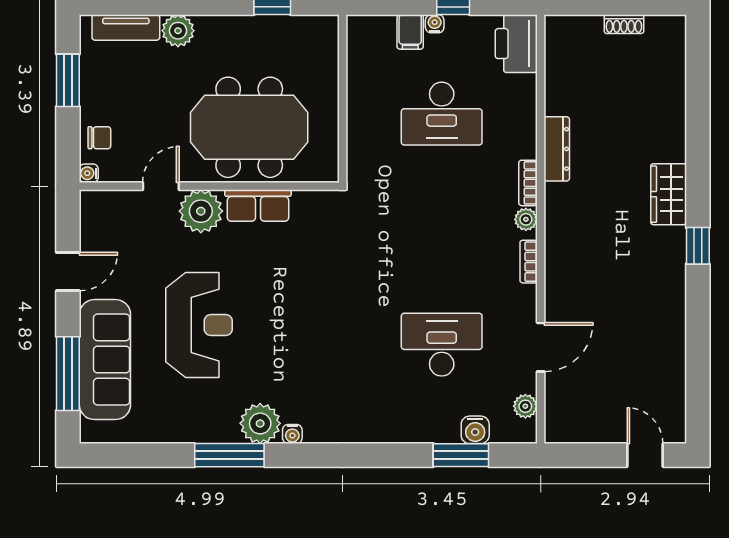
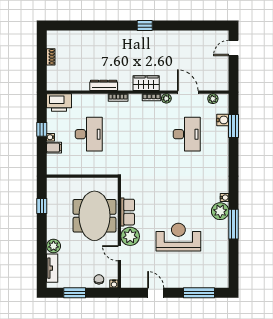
wardrobe: (669, 194) -> (146, 83), moved, turned 180
plant: (526, 219) -> (166, 98), moved
desk: (442, 345) -> (187, 134), turned 180
sofa: (105, 360) -> (193, 277), removed

